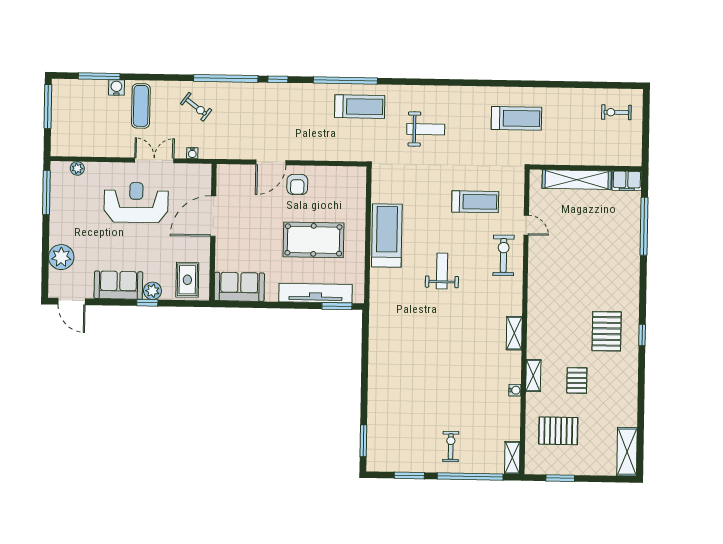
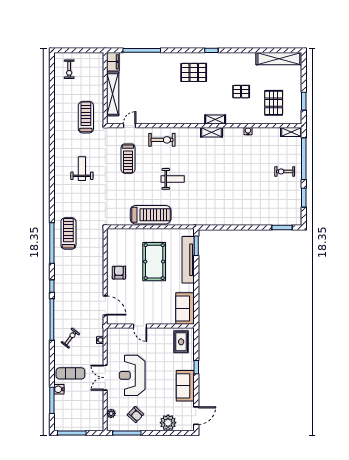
treadmill: (516, 118) -> (86, 117), moved
weight bench: (426, 129) -> (82, 169), moved
double door: (154, 160) -> (105, 378), moved
door: (271, 162) -> (105, 306), moved
armchair: (297, 185) -> (119, 273), turned -90
treadmill: (475, 202) -> (128, 159), turned 180
armchair: (75, 206) -> (135, 415), added
door: (213, 216) -> (140, 326), width x0.53
door: (526, 225) -> (129, 126), moved
treadmill: (387, 236) -> (151, 215), turned 180
exercise bike: (503, 255) -> (162, 140), turned 180
weight bench: (442, 271) -> (173, 179), turned 180
rug: (187, 280) -> (181, 342), turned 90
plant: (152, 291) -> (188, 364), removed
pallet: (607, 331) -> (194, 73), moved
shelving: (533, 376) -> (215, 119), moved
shelving: (627, 452) -> (279, 59), width x1.47

